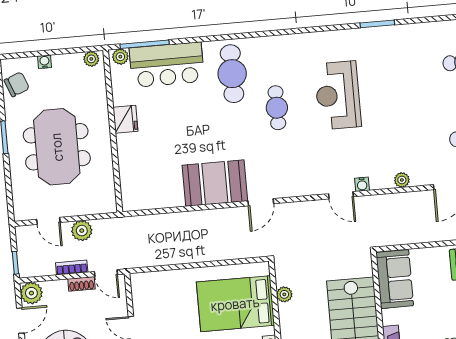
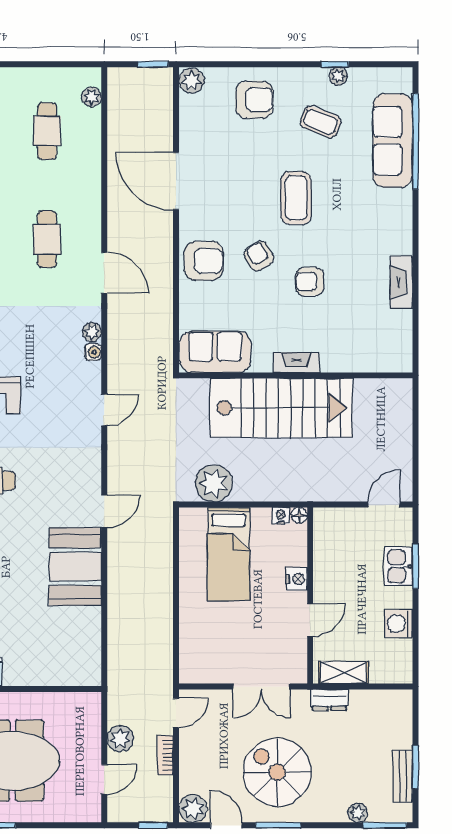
water cooler: (362, 184) -> (93, 352), moved
door: (261, 202) -> (104, 511), hinge flipped
shoe rack: (81, 284) -> (187, 745), removed
plant: (284, 294) -> (214, 483), width x1.87, depth x1.87
bed: (235, 304) -> (229, 554), width x0.67

